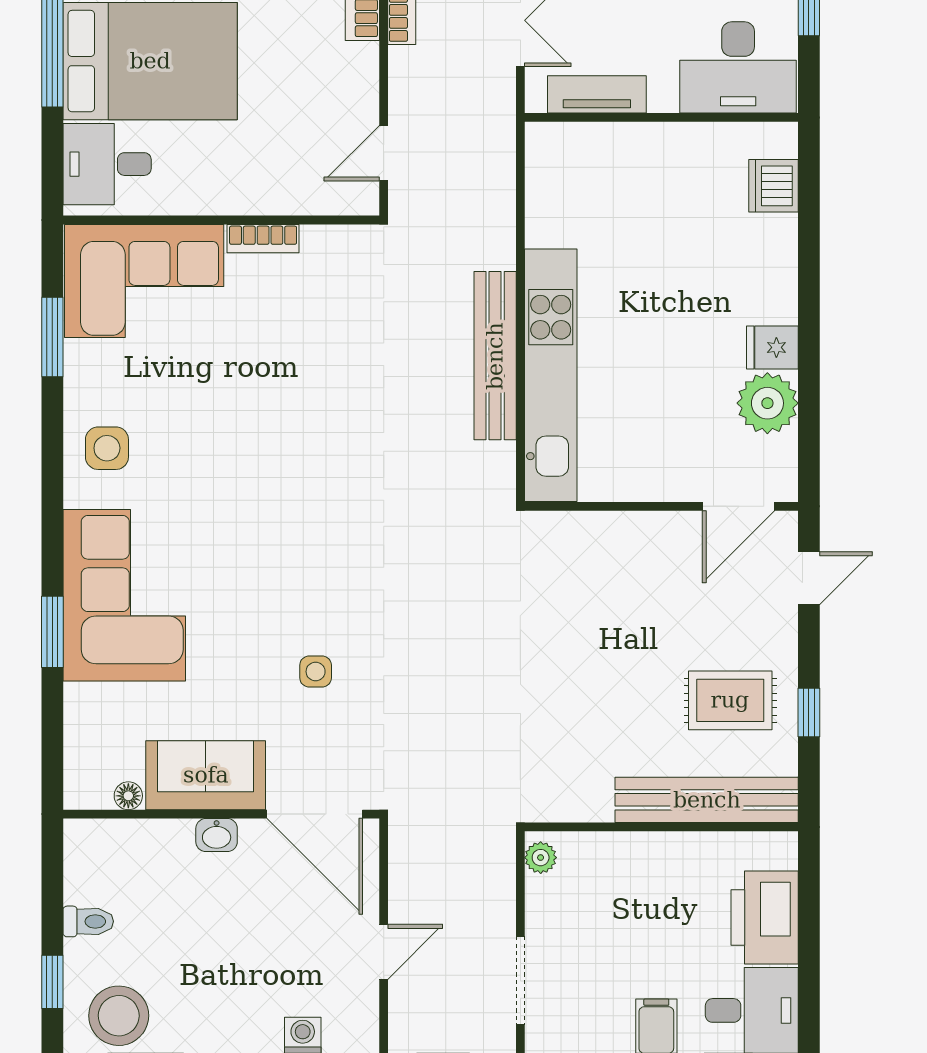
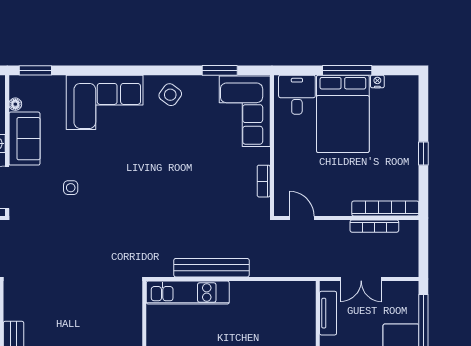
bookcase: (263, 239) -> (264, 181), moved
kitchen unit: (551, 375) -> (188, 293), width x0.73
side table: (107, 448) -> (170, 95), turned 36
window: (52, 632) -> (35, 70), moved

